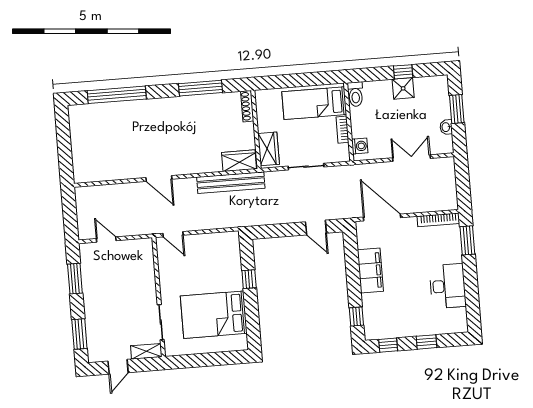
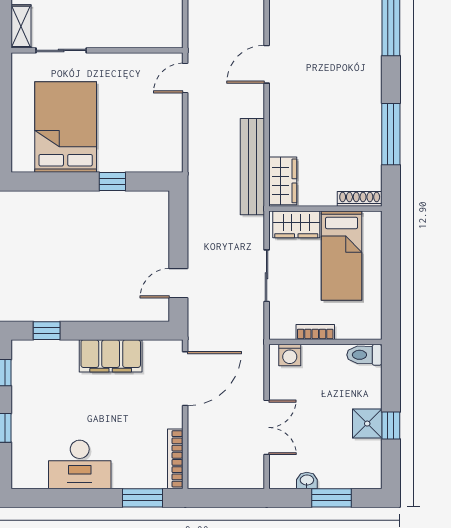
bed: (314, 103) -> (342, 256), moved, turned 180

